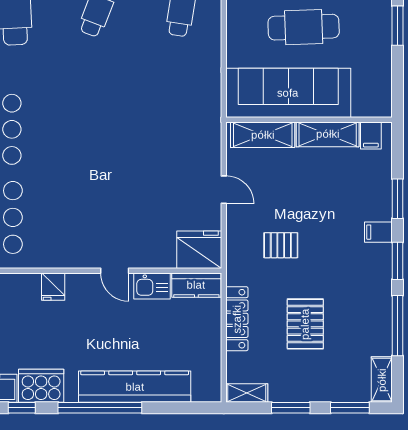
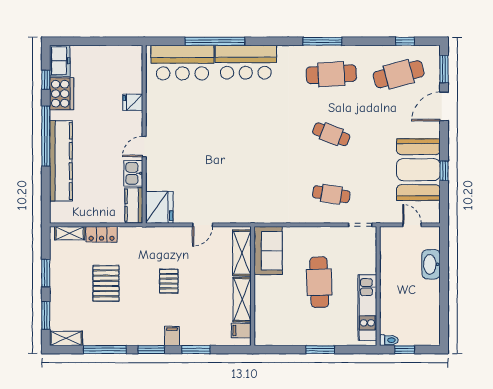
sofa: (288, 93) -> (268, 251), width x0.54, depth x0.79
pallet: (281, 245) -> (169, 281), moved
locker: (237, 319) -> (102, 234), width x0.66
pallet: (305, 324) -> (106, 283), turned 90
shelving: (247, 393) -> (70, 233), moved, turned 90

